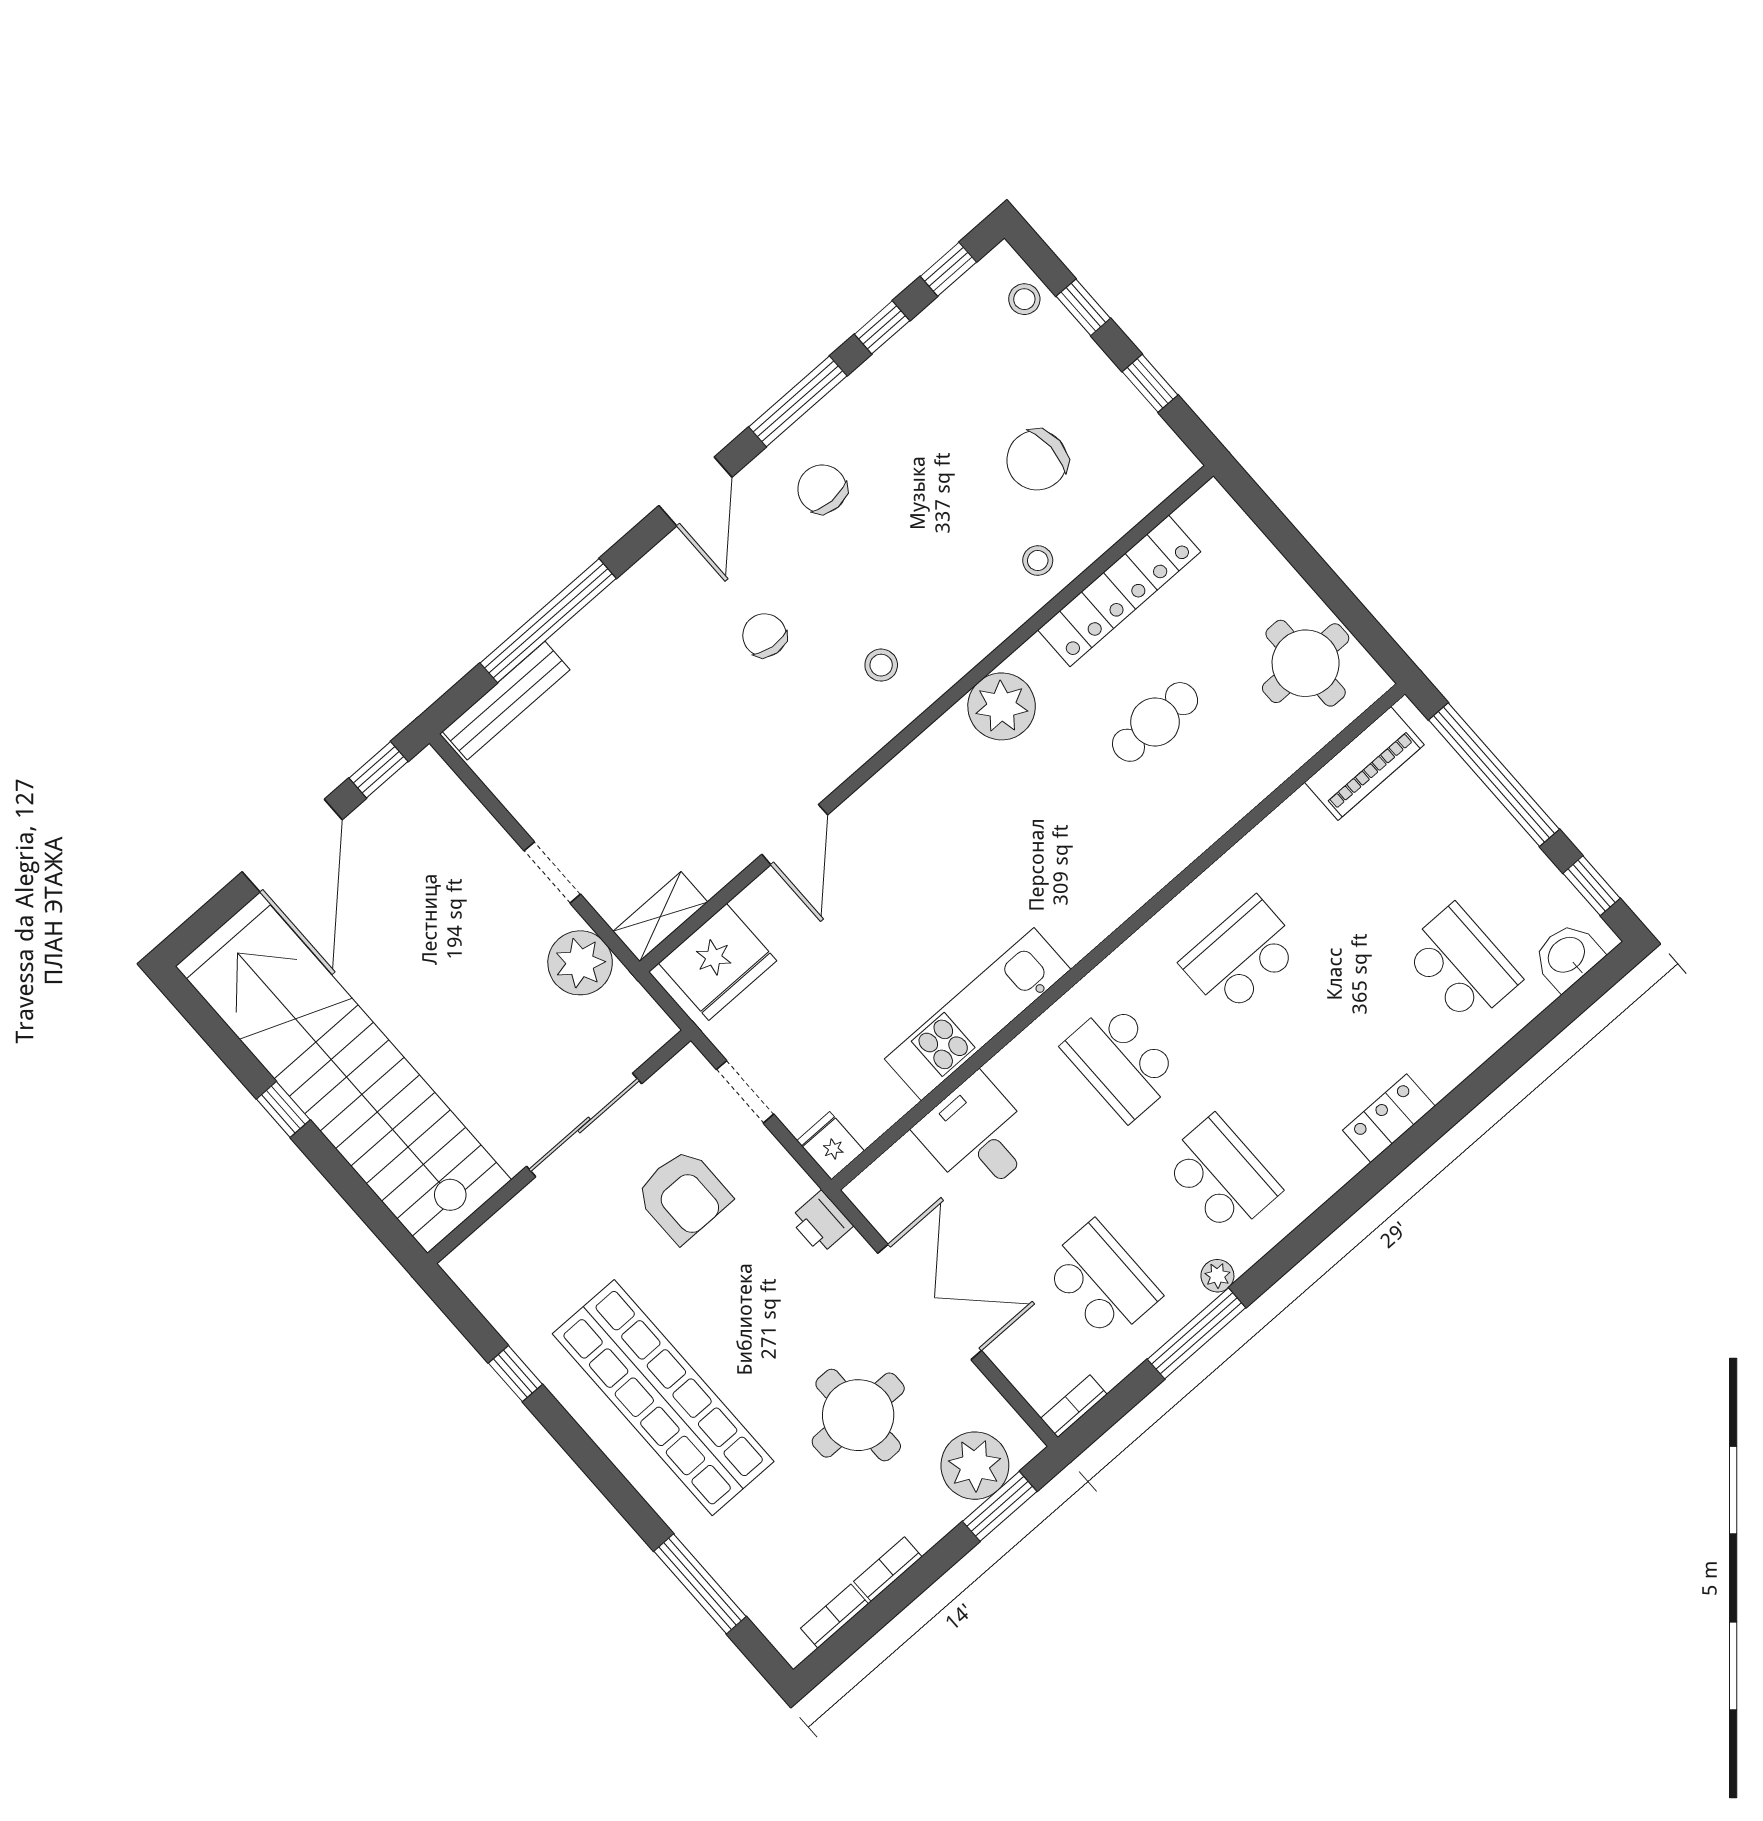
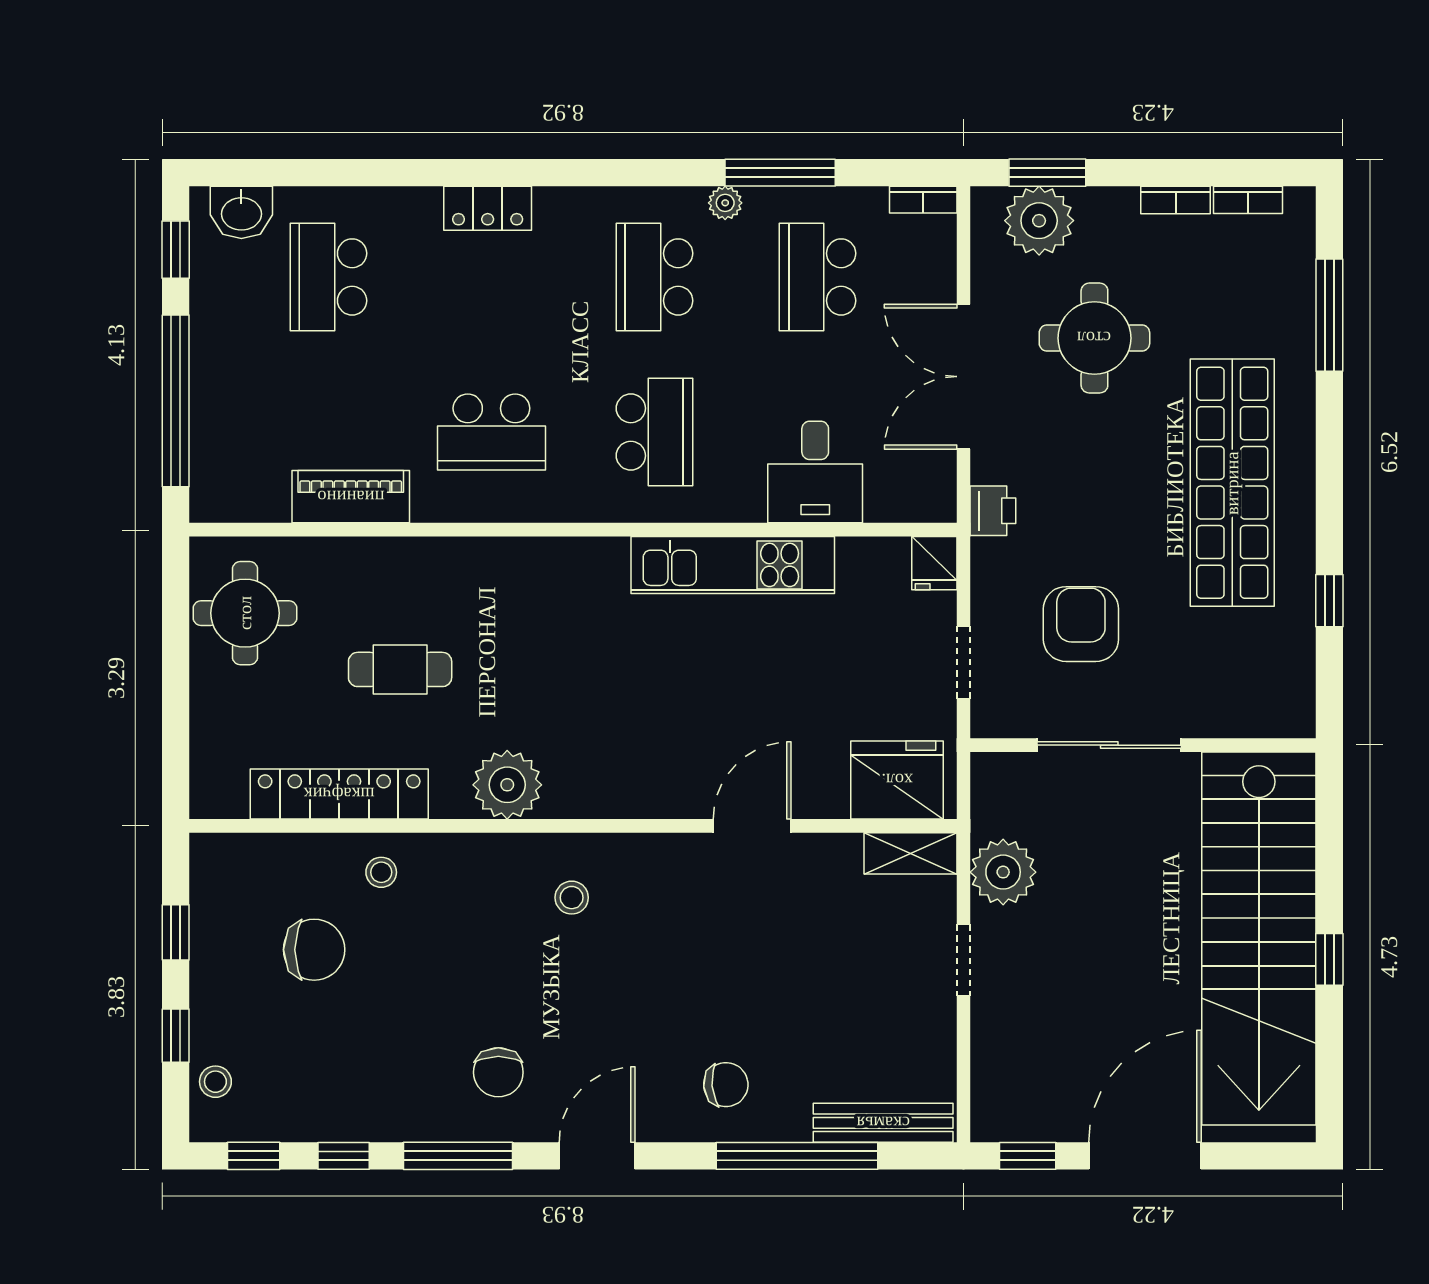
chair: (765, 635) -> (726, 1085), moved, turned -101
piano: (1364, 763) -> (351, 497), moved

